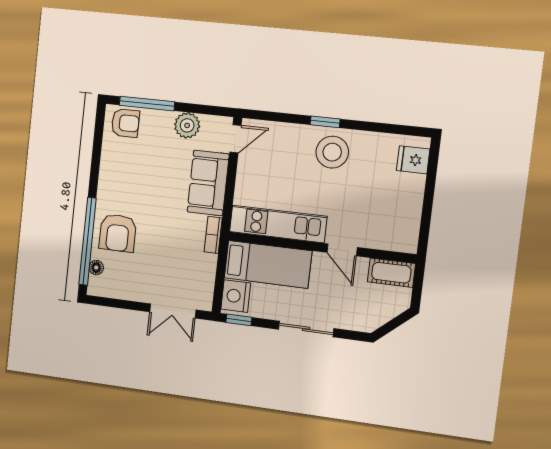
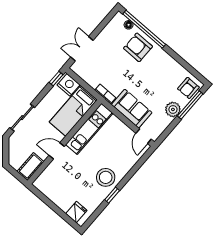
window: (325, 122) -> (112, 195), moved
plant: (187, 125) -> (173, 109), moved
sliding door: (306, 329) -> (22, 118), moved

